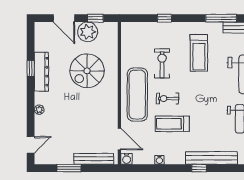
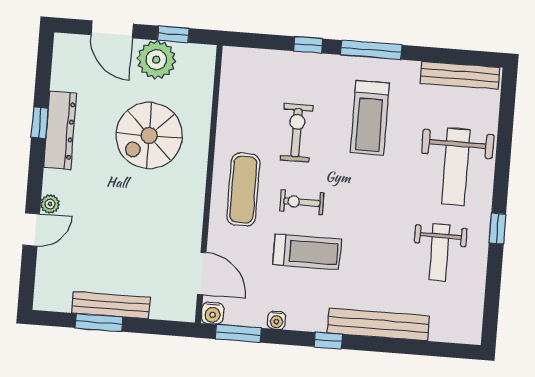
window: (221, 18) -> (371, 50), moved
exercise mat: (137, 95) -> (243, 190), width x0.73, depth x0.69
treadmill: (172, 124) -> (307, 252), turned 180
door: (31, 145) -> (31, 230), moved
bench: (94, 159) -> (111, 305), moved
window: (140, 168) -> (238, 333), added
window: (199, 168) -> (328, 341), moved

